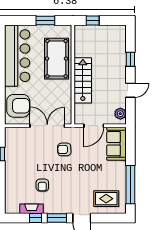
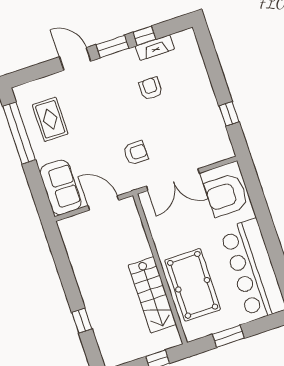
stairs: (83, 80) -> (152, 295), moved
door: (130, 90) -> (66, 274), removed
plant: (120, 114) -> (70, 234), removed
door: (94, 126) -> (103, 203), hinge flipped
rug: (106, 199) -> (50, 119), moved, turned 90

